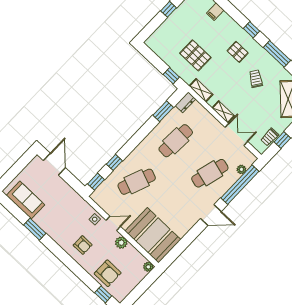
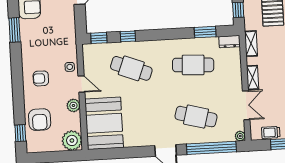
plant: (241, 169) -> (240, 136), moved
armchair: (83, 245) -> (41, 78), turned 90
plant: (148, 267) -> (72, 140), width x1.88, depth x1.88

